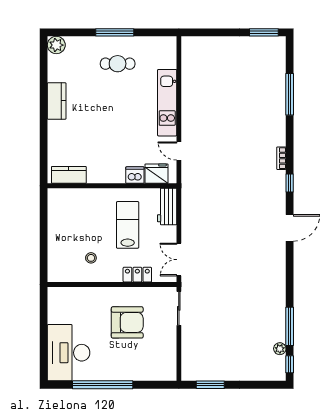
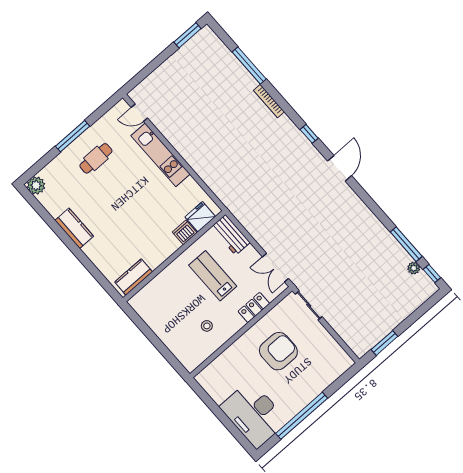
door: (179, 151) -> (139, 113), moved
bookcase: (281, 158) -> (269, 101), moved, width x1.56

